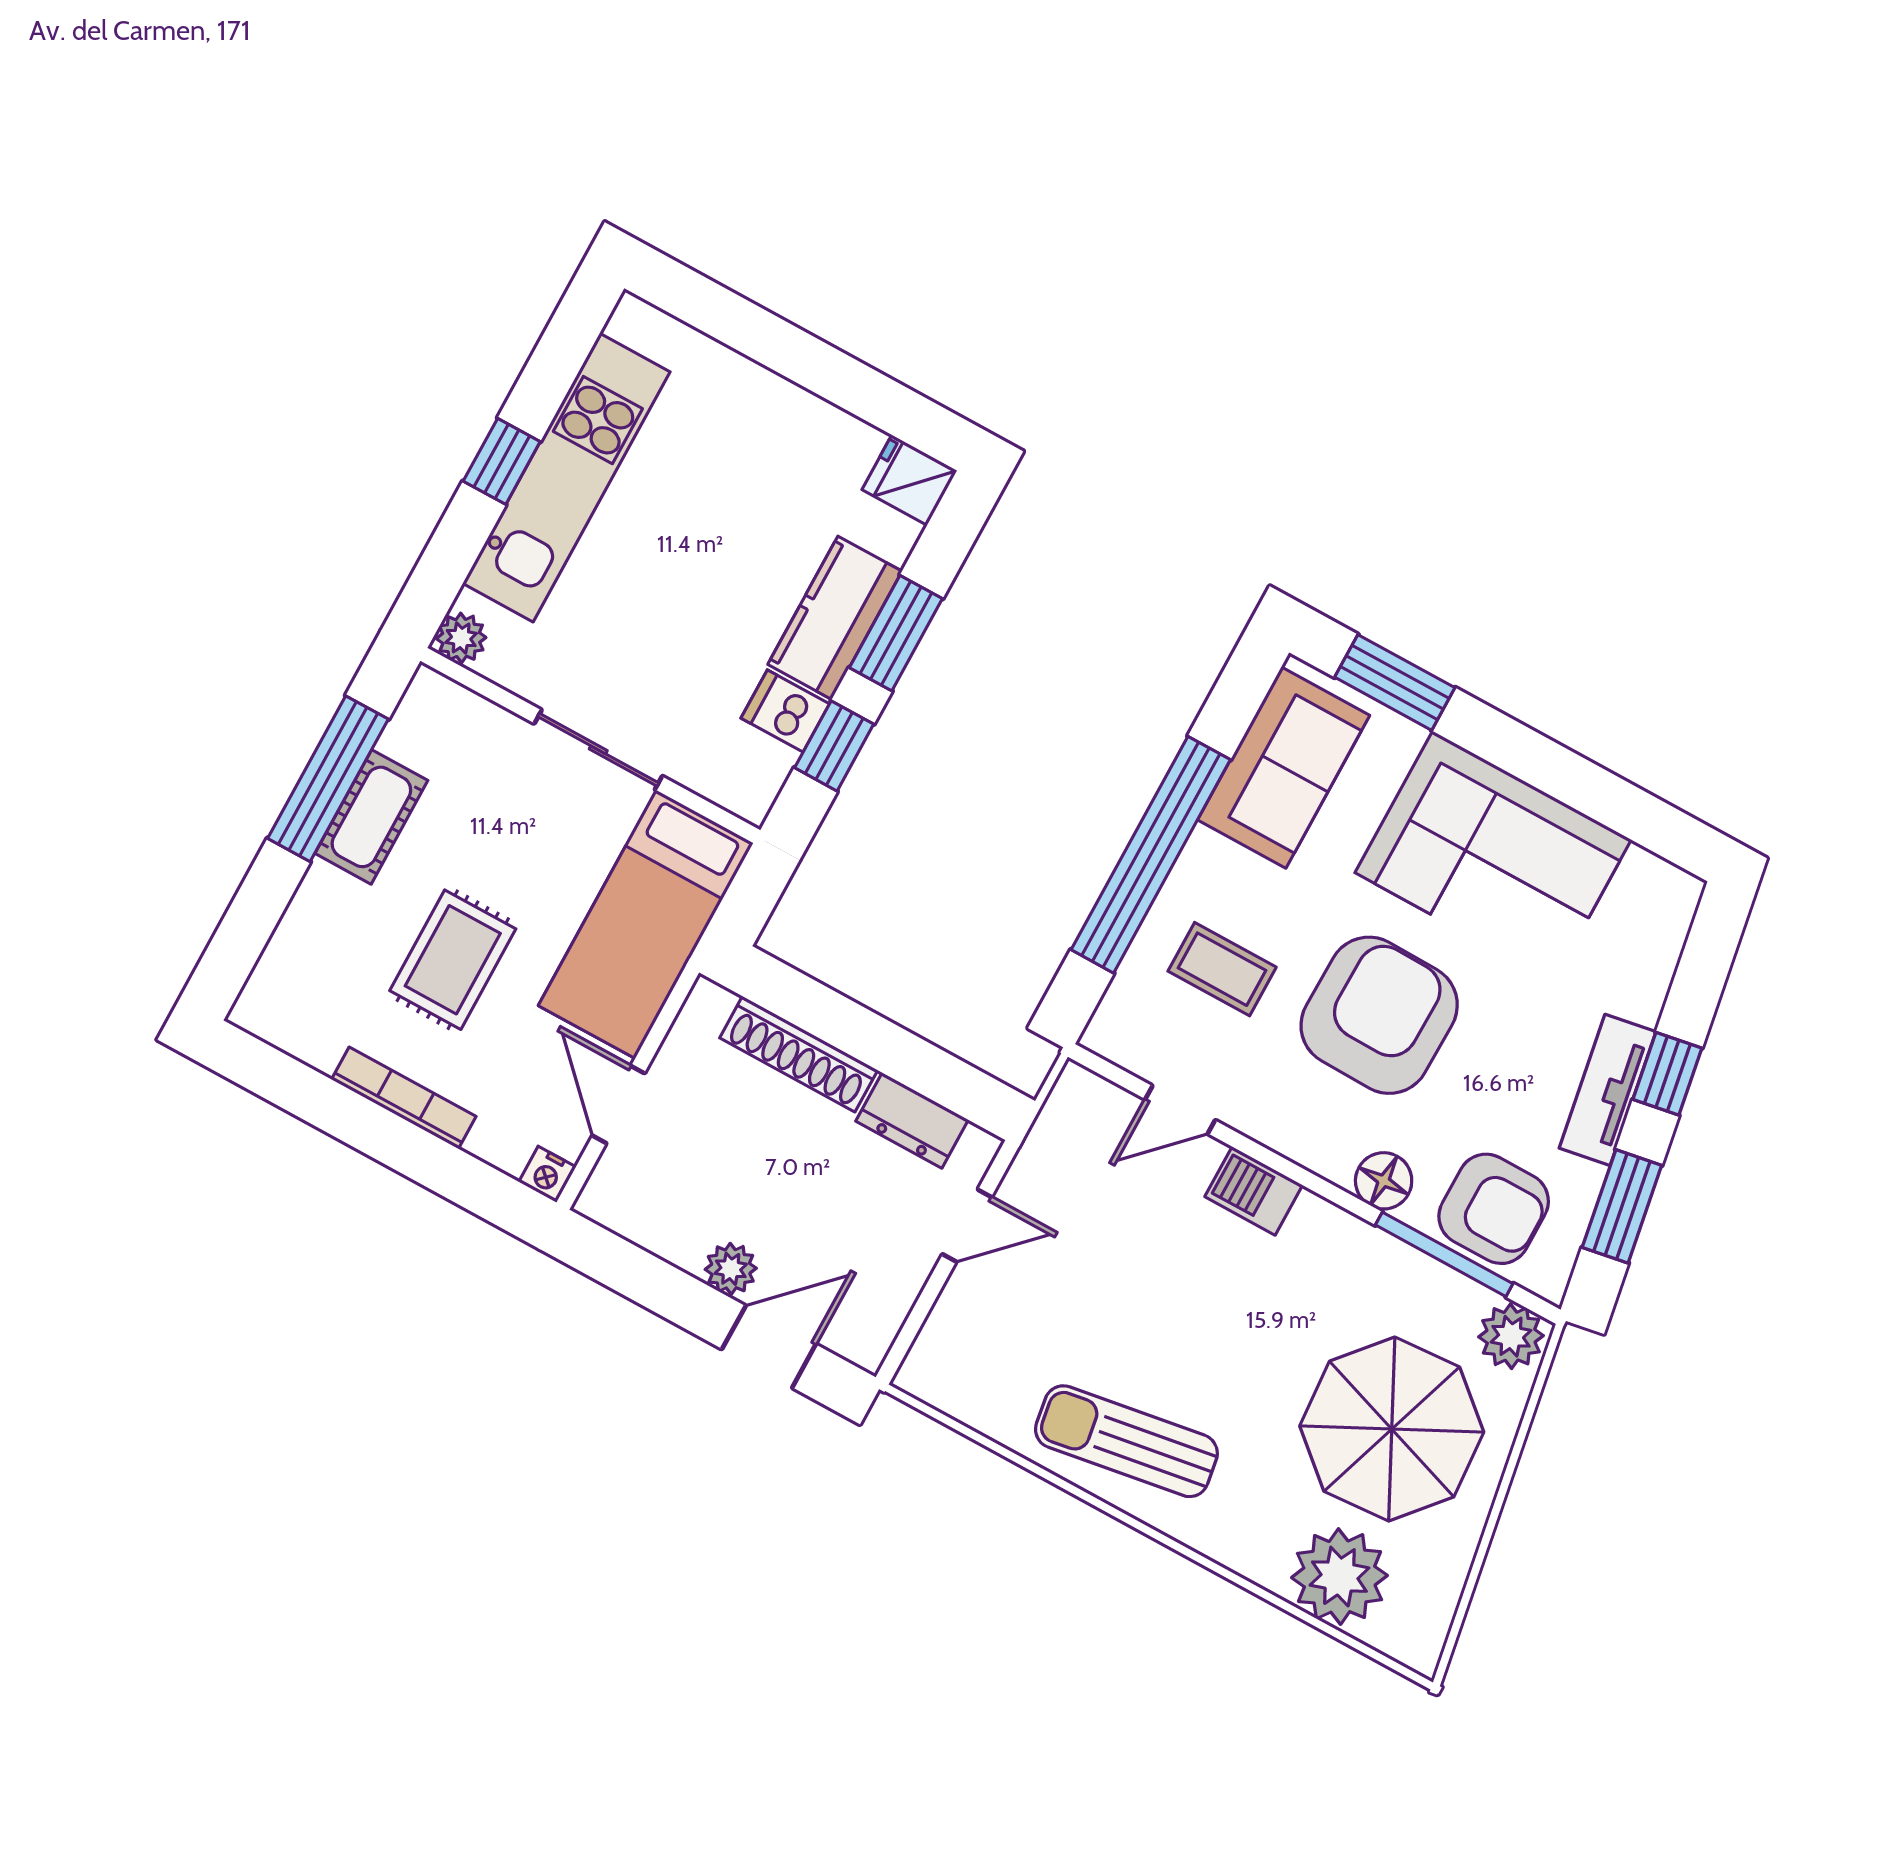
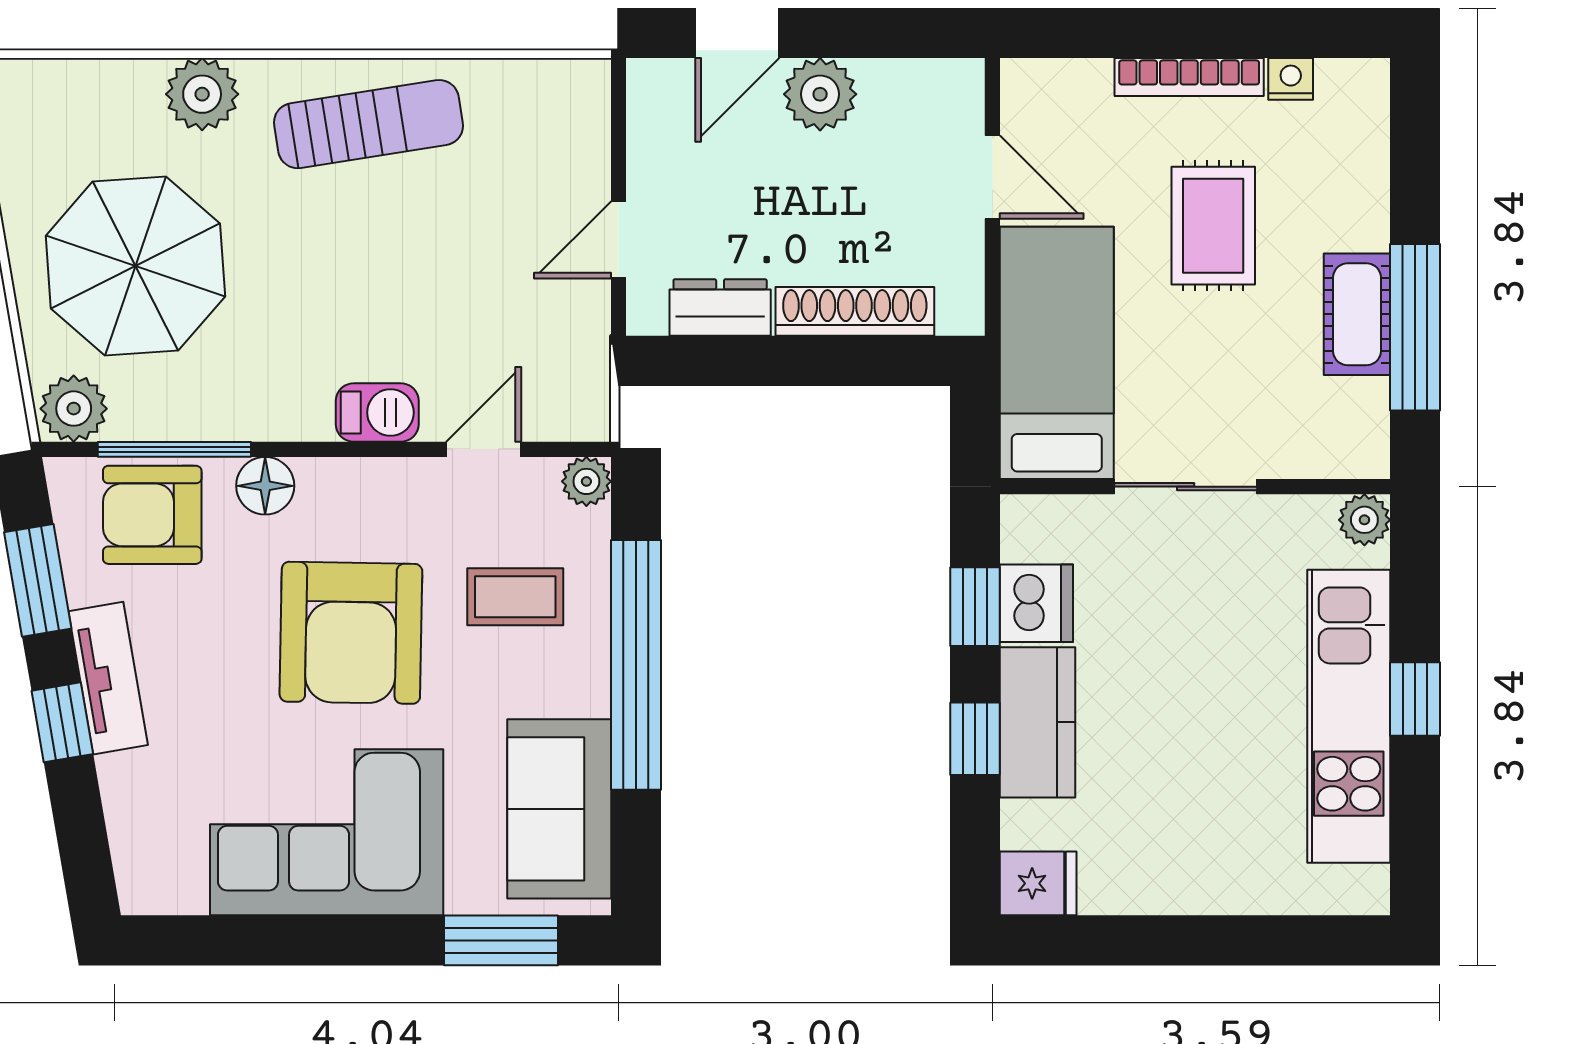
window: (896, 633) -> (975, 739), width x0.67
dishwasher: (785, 711) -> (1036, 603), width x1.38
plant: (1107, 1034) -> (586, 481), added
nightstand: (547, 1174) -> (1291, 79), moved
plant: (731, 1269) -> (820, 94), width x1.38, depth x1.38
plant: (1339, 1577) -> (202, 94), moved, width x0.73, depth x0.73

